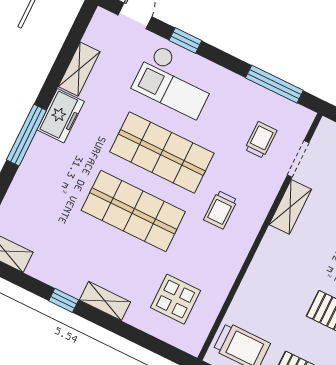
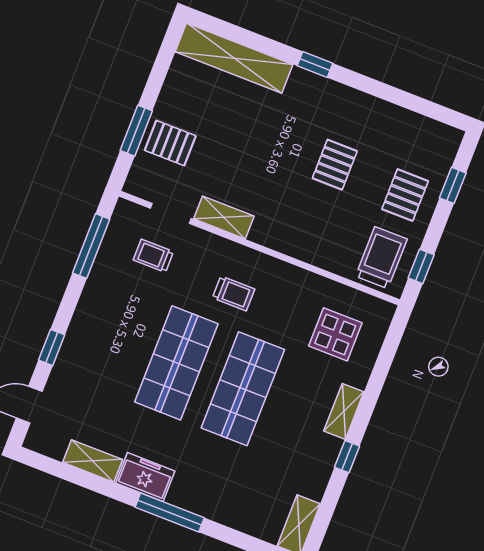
checkout: (175, 81) -> (97, 355), removed

